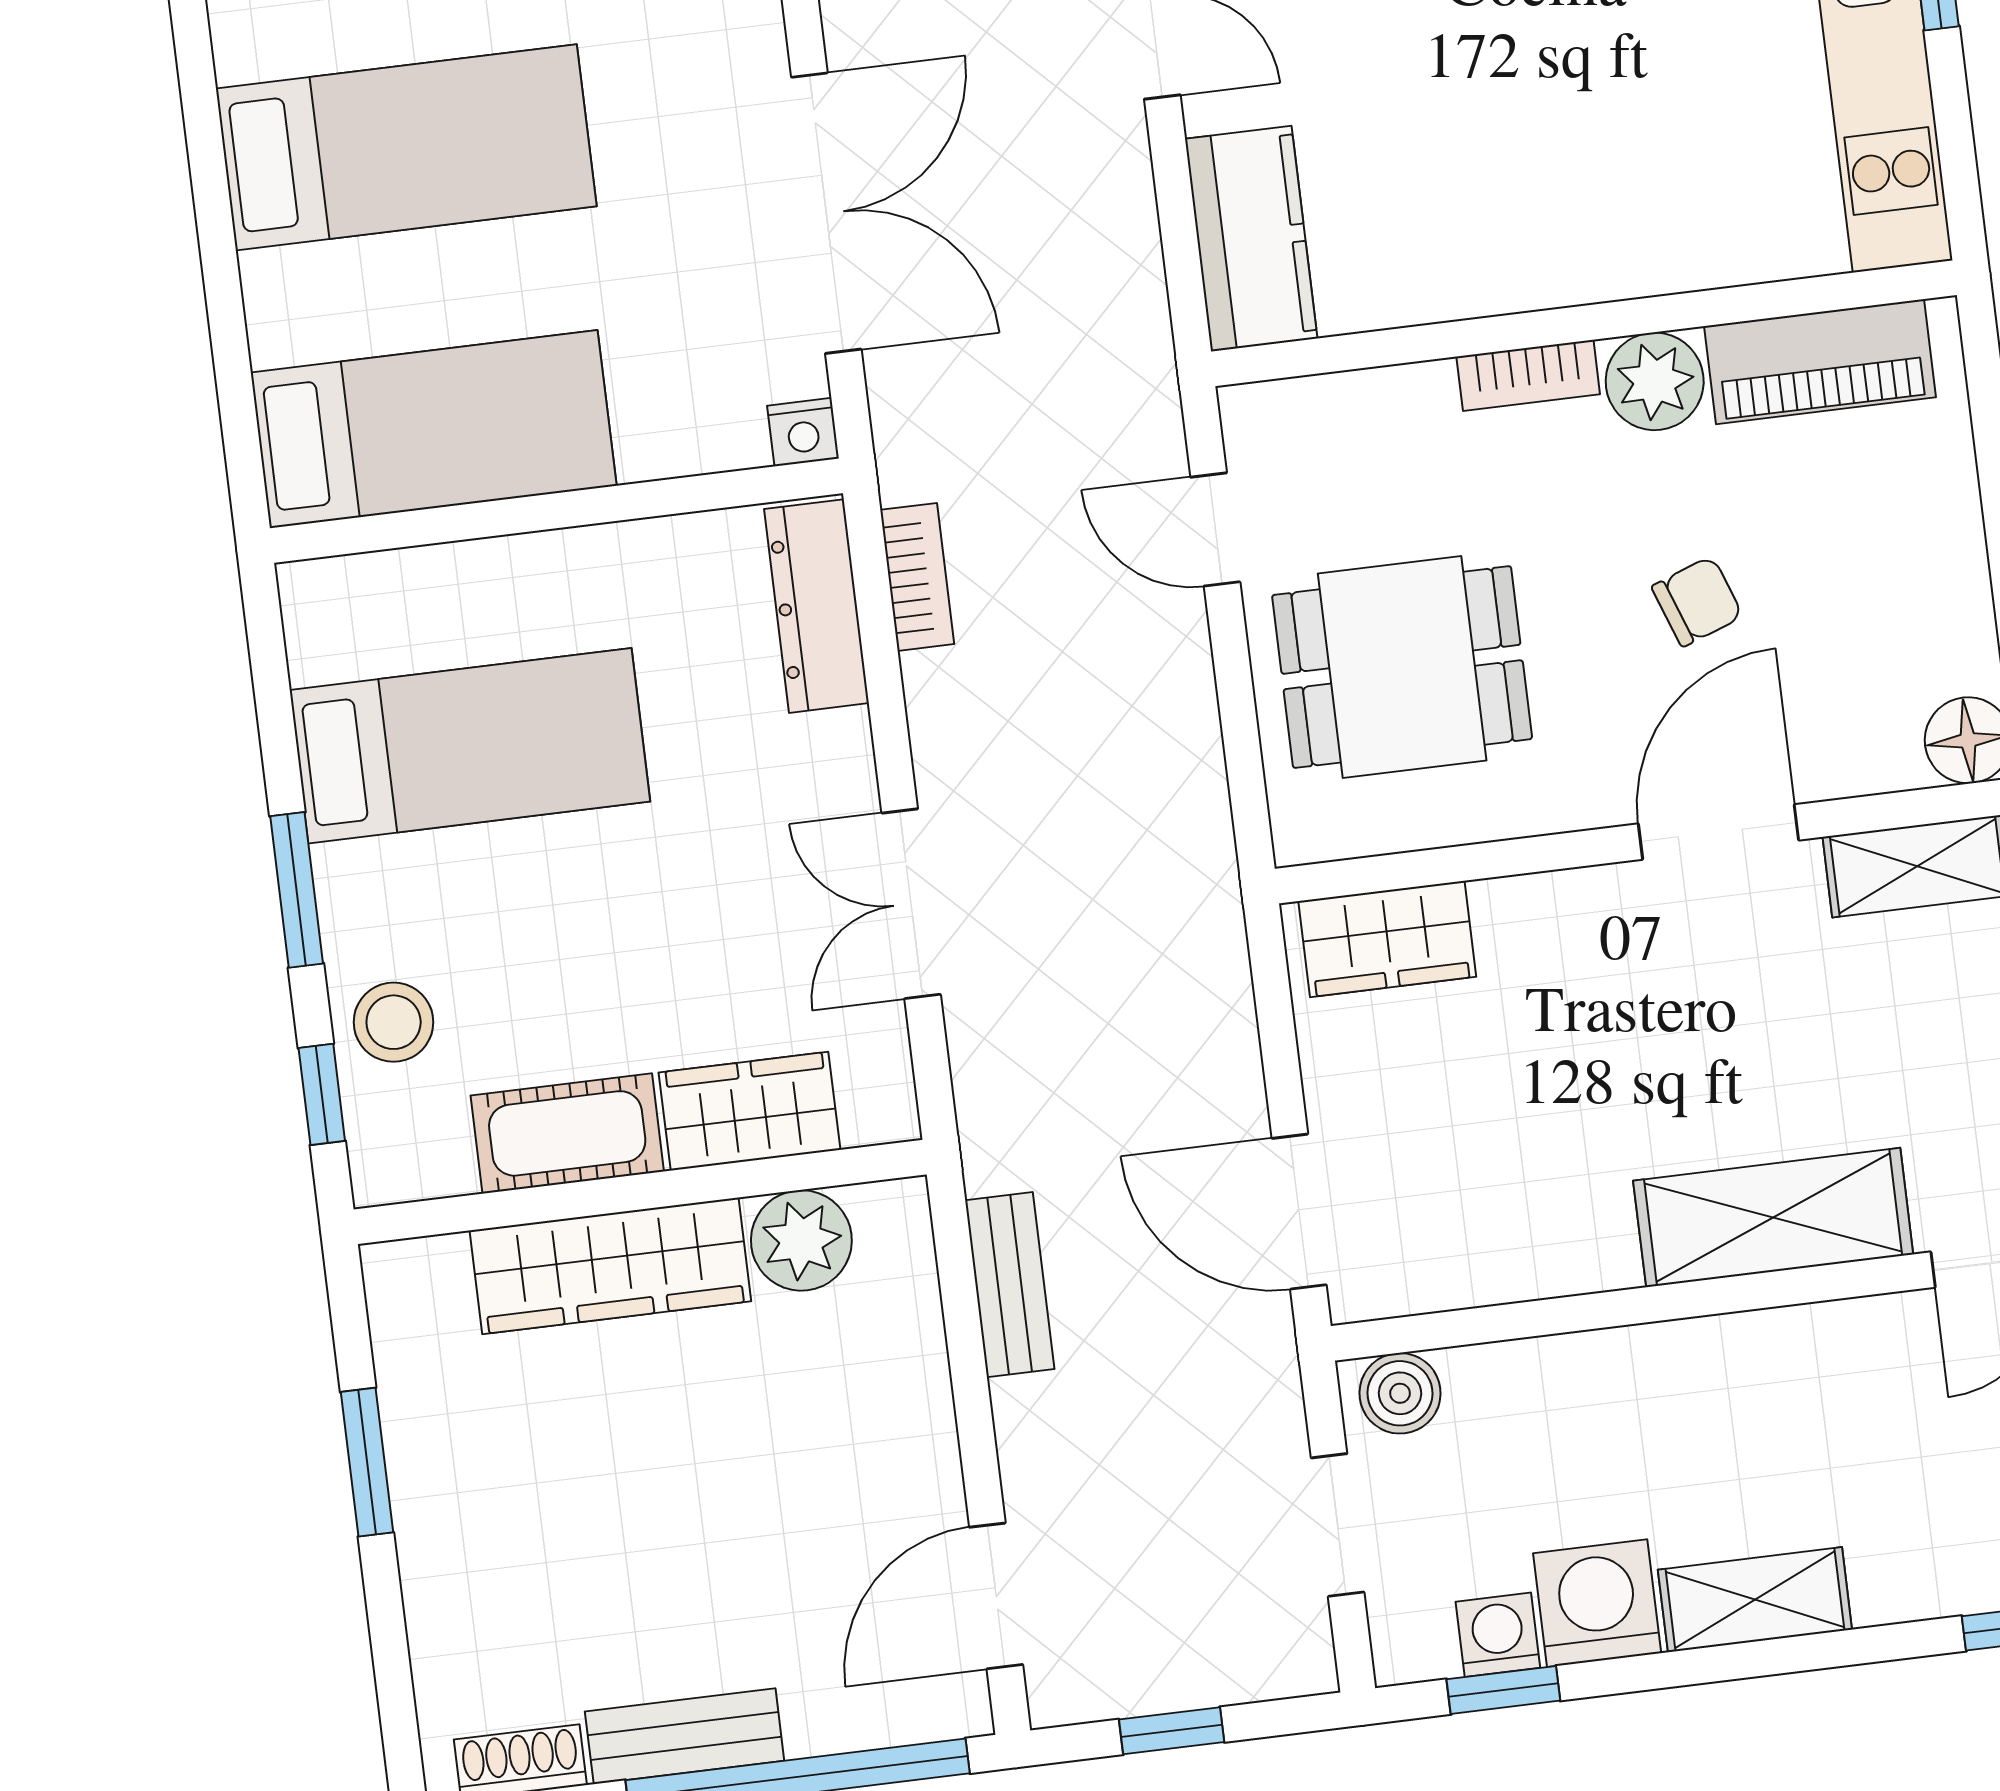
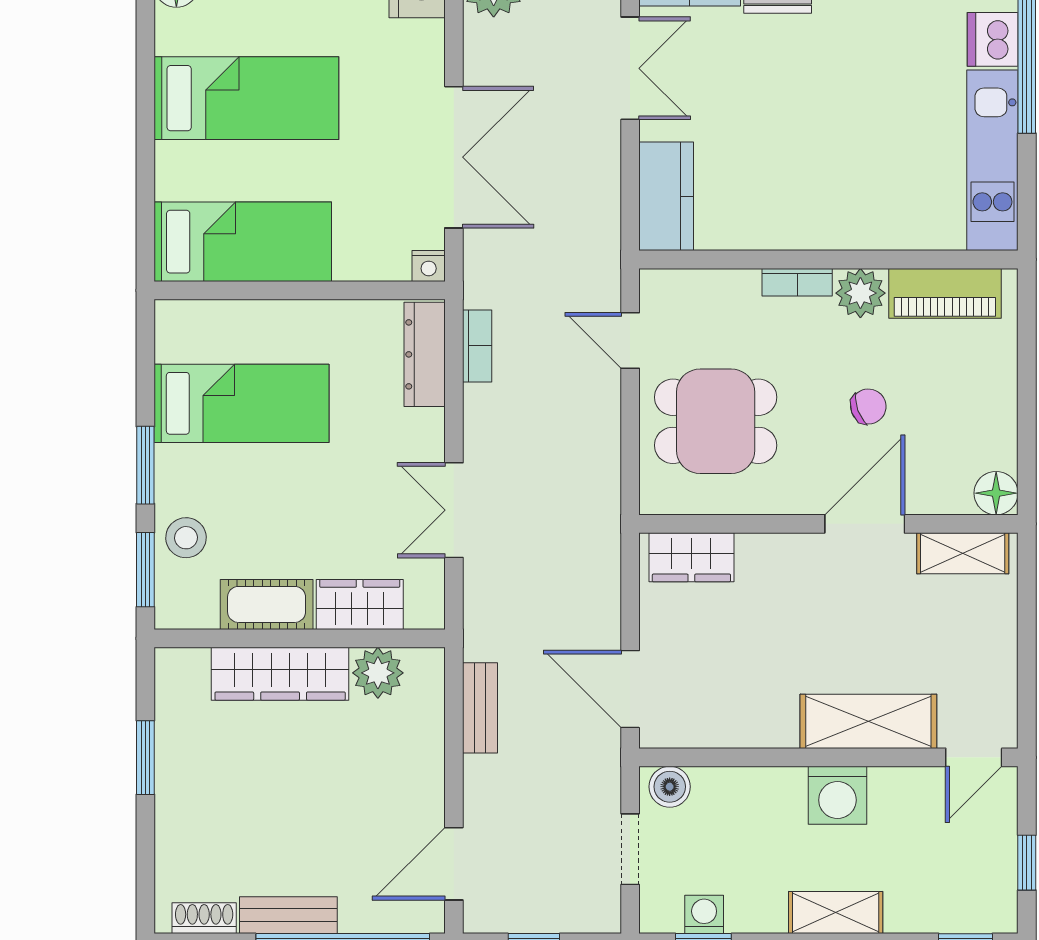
window: (322, 1094) -> (145, 570), width x1.50
washing machine: (1597, 1603) -> (837, 795), moved, turned 180

